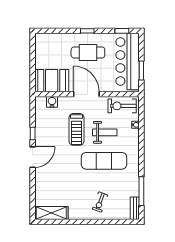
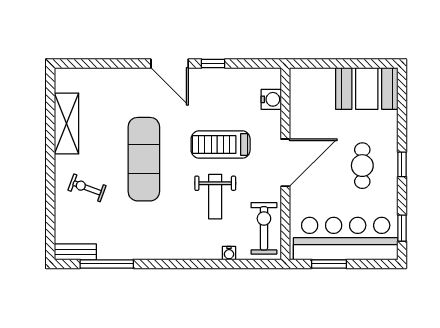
cafe table: (88, 52) -> (362, 166), width x0.73, depth x0.74
booth: (52, 81) -> (367, 88), moved, turned 90
exercise mat: (104, 161) -> (144, 159), moved
shelving: (51, 213) -> (66, 123), moved

